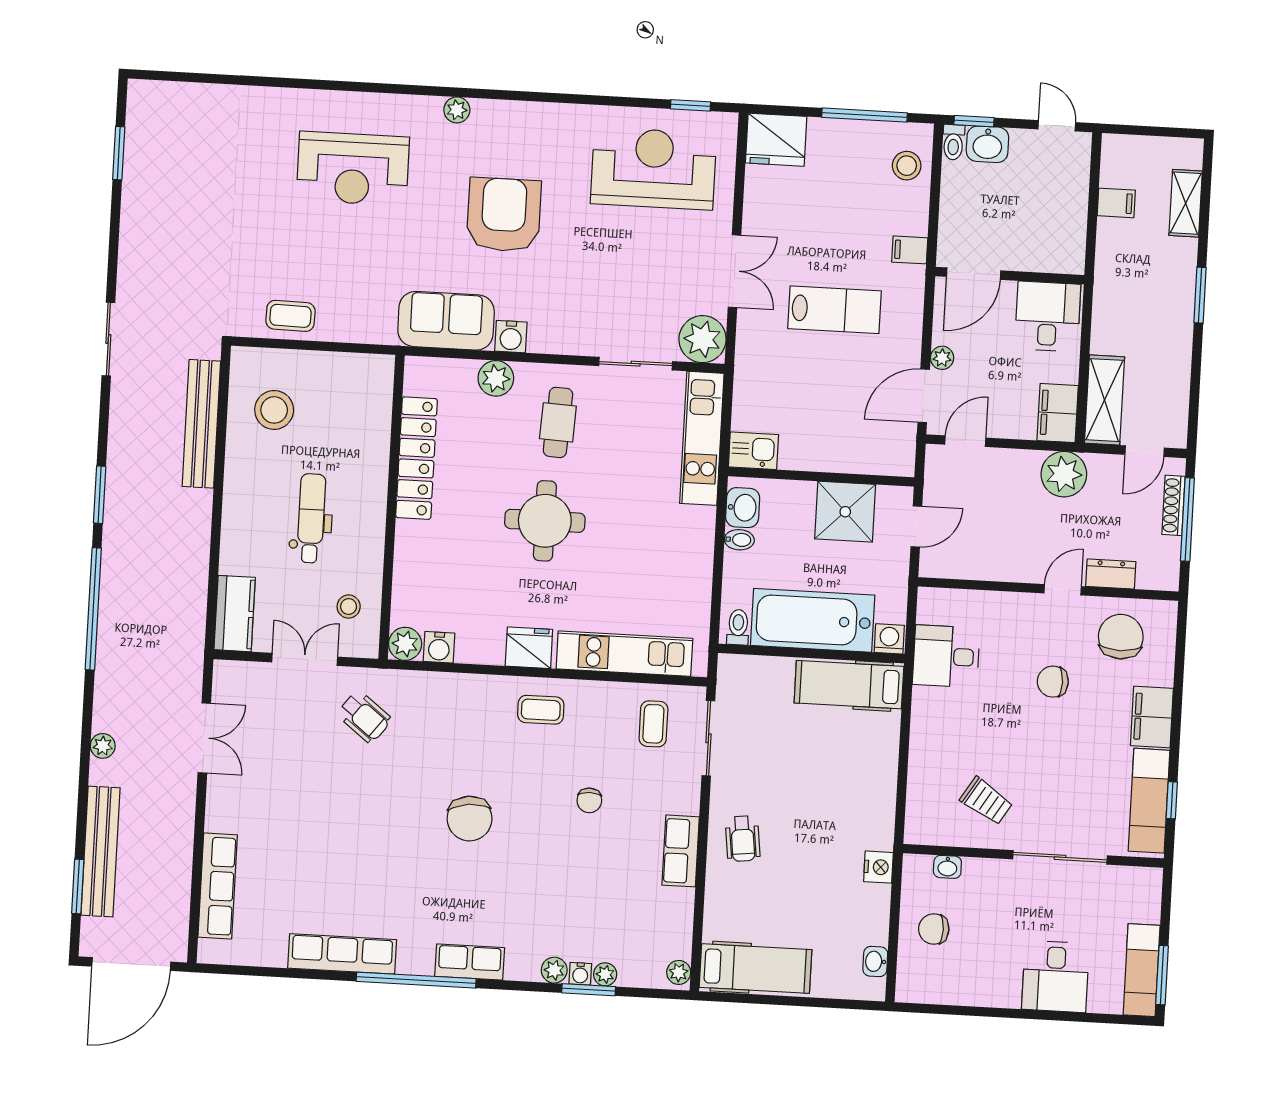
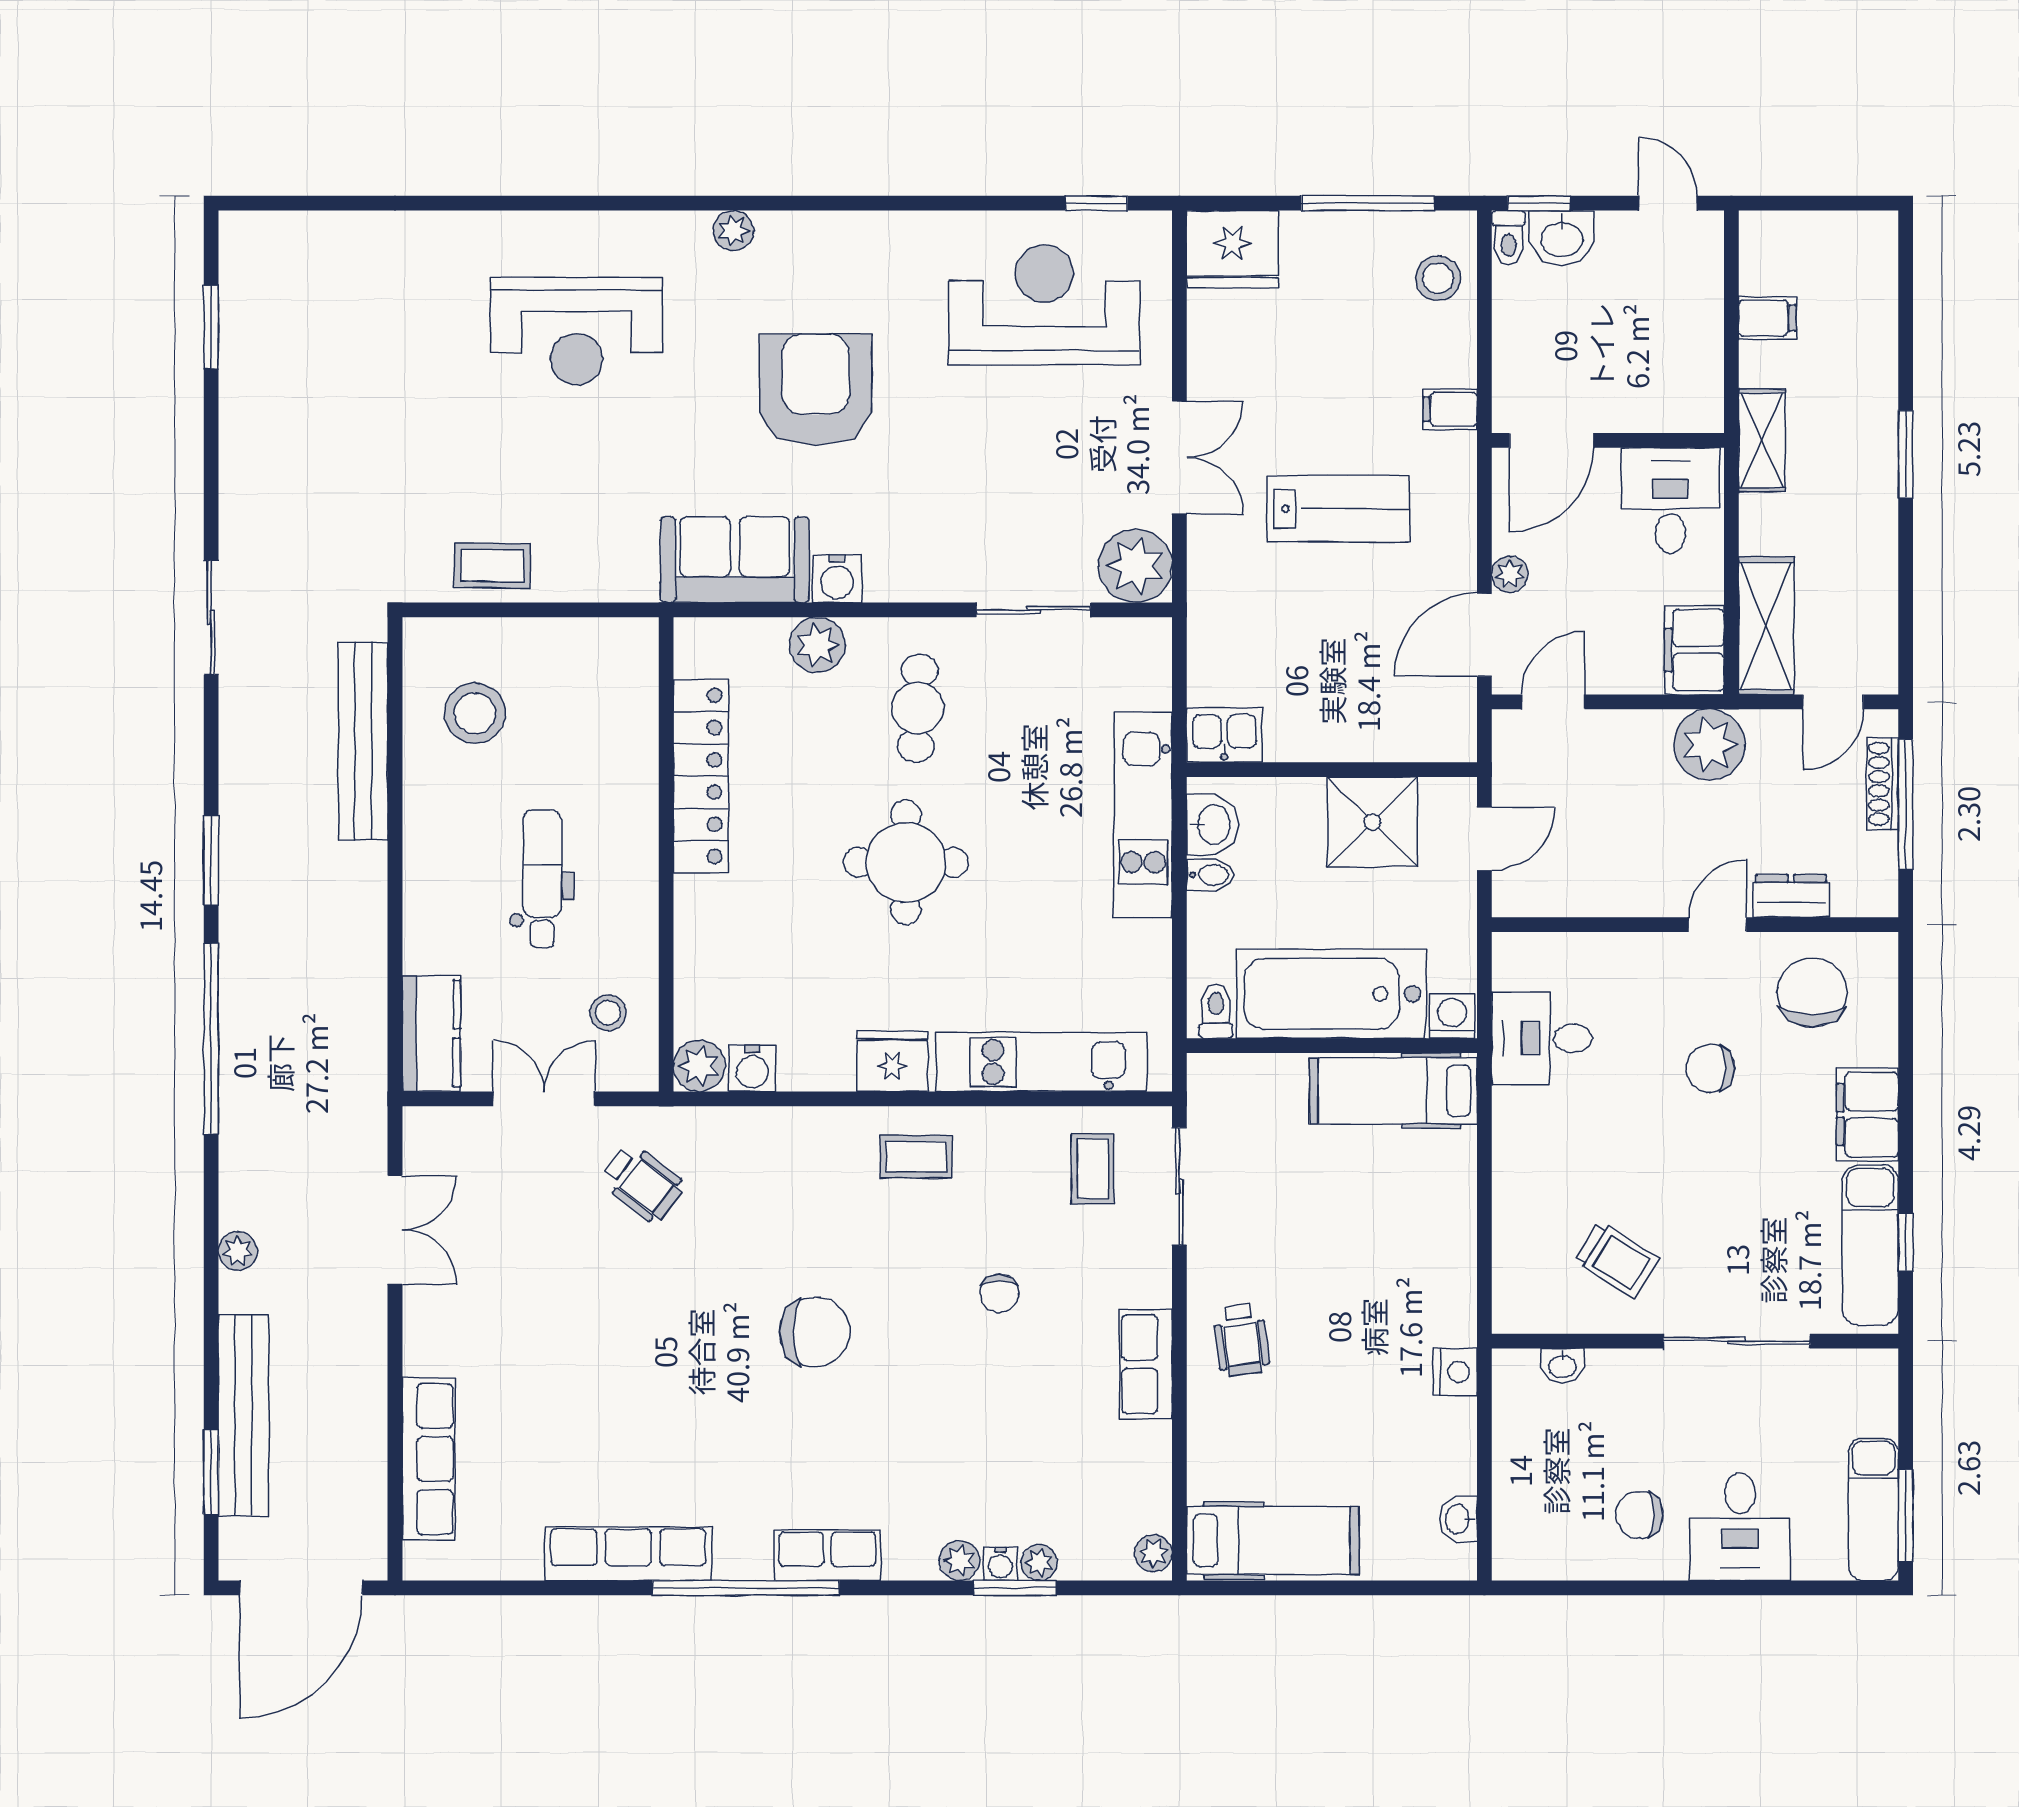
shelving: (1186, 203) -> (1762, 440), moved
kitchen unit: (702, 438) -> (1143, 815), moved
chair: (470, 819) -> (815, 1332), turned -84
chair: (934, 929) -> (1639, 1515), moved

